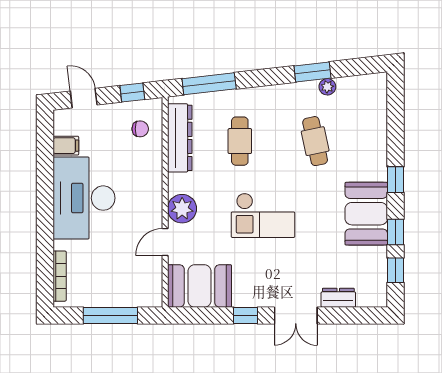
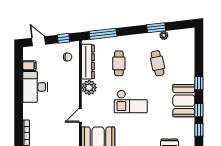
desk: (84, 198) -> (35, 87), width x0.73, depth x0.77
plant: (182, 209) -> (89, 88), moved

